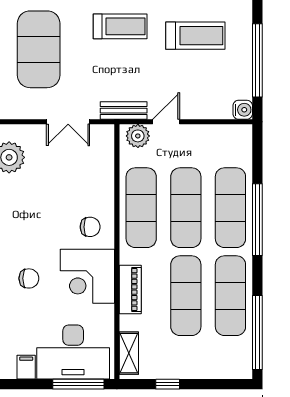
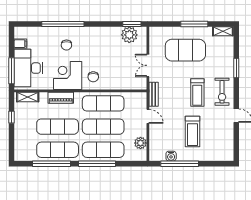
water cooler: (243, 110) -> (171, 156), moved
plant: (138, 136) -> (140, 143), moved
window: (257, 332) -> (51, 164), moved

